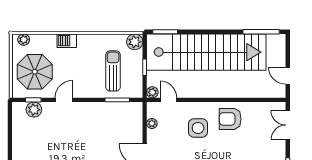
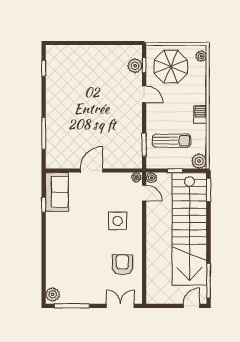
barbecue: (67, 41) -> (200, 114), moved
door: (288, 76) -> (191, 306), moved
door: (168, 100) -> (144, 193), hinge flipped
armchair: (230, 119) -> (122, 265), moved
plant: (152, 123) -> (136, 177), moved

